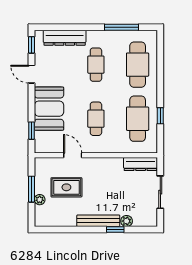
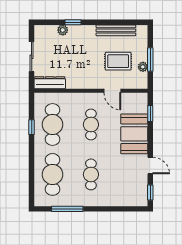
dresser: (65, 38) -> (120, 199), removed
plant: (40, 200) -> (143, 67), moved
bench: (98, 221) -> (116, 30), moved

